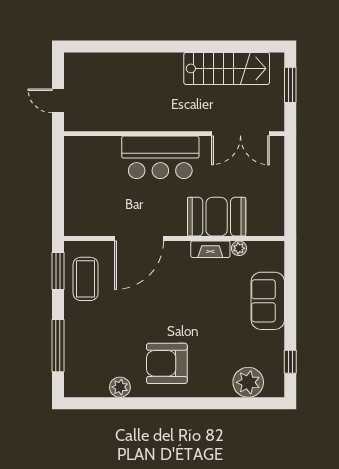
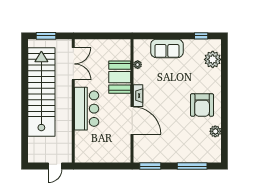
stairs: (227, 68) -> (41, 92), width x1.86, depth x1.51
fireplace: (210, 249) -> (138, 96), moved
coffee table: (86, 279) -> (155, 151), removed

